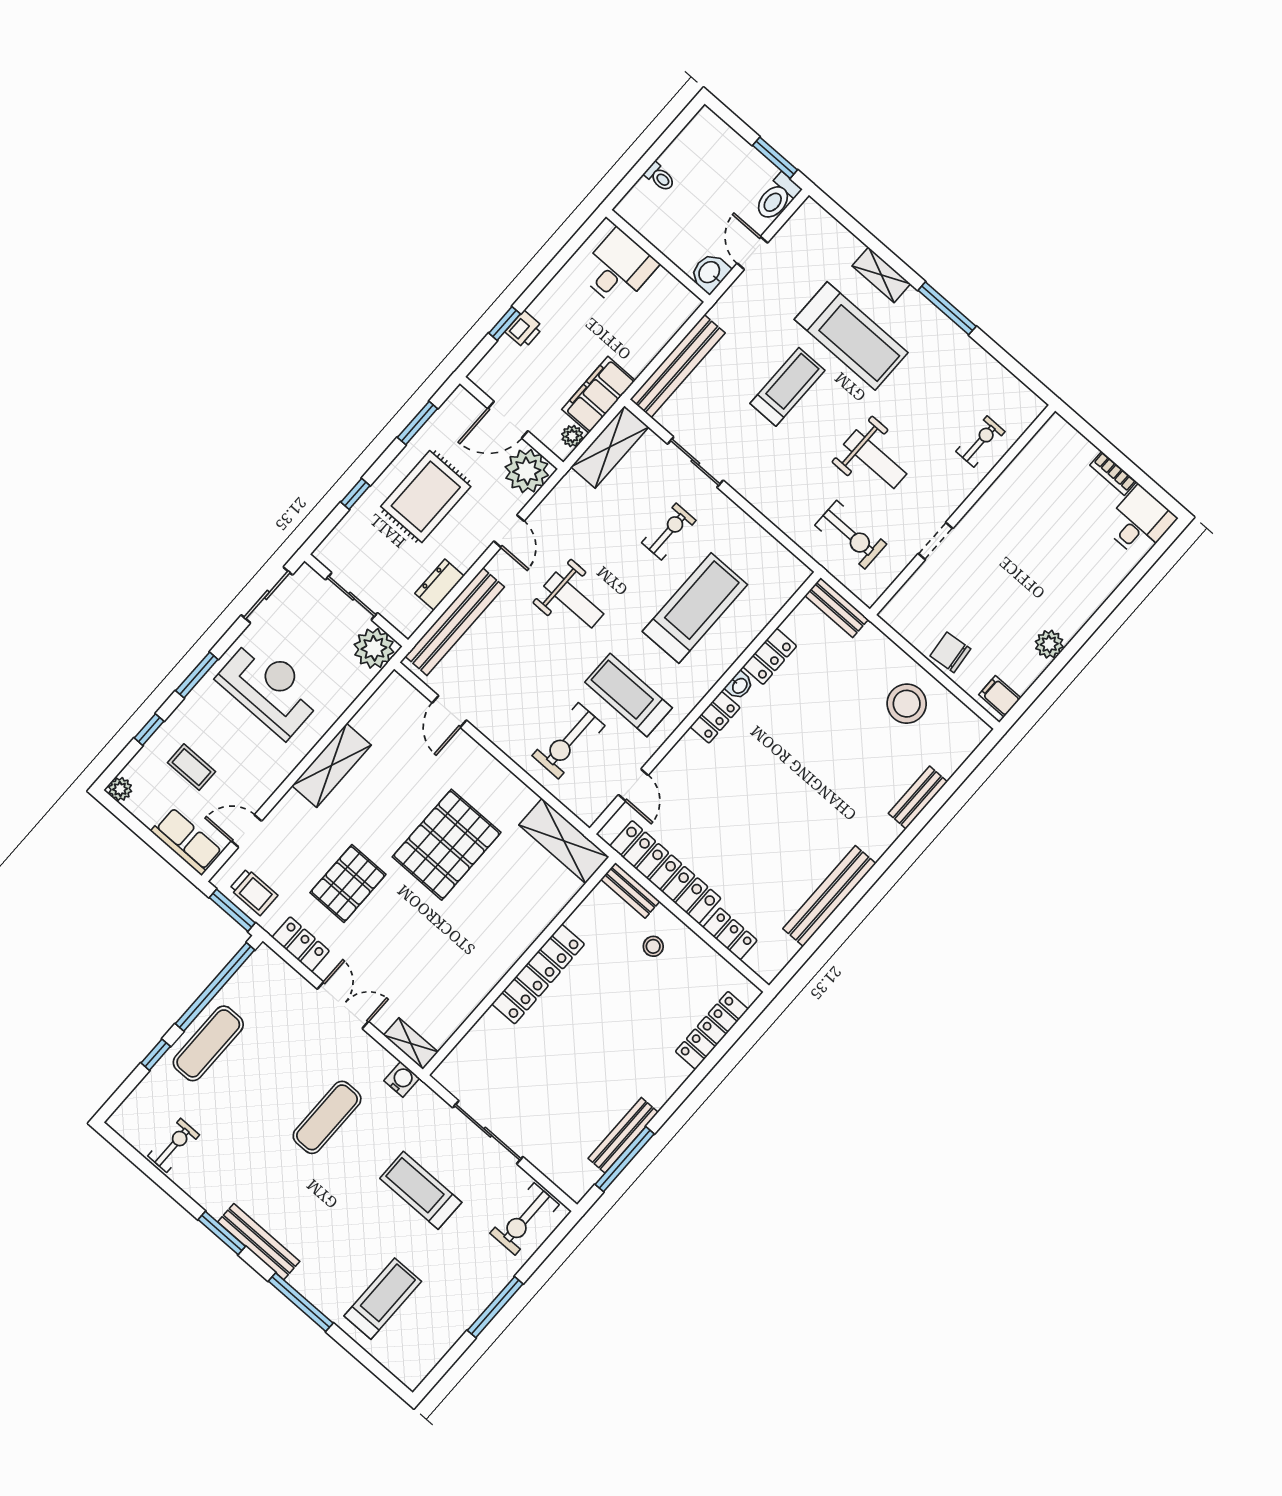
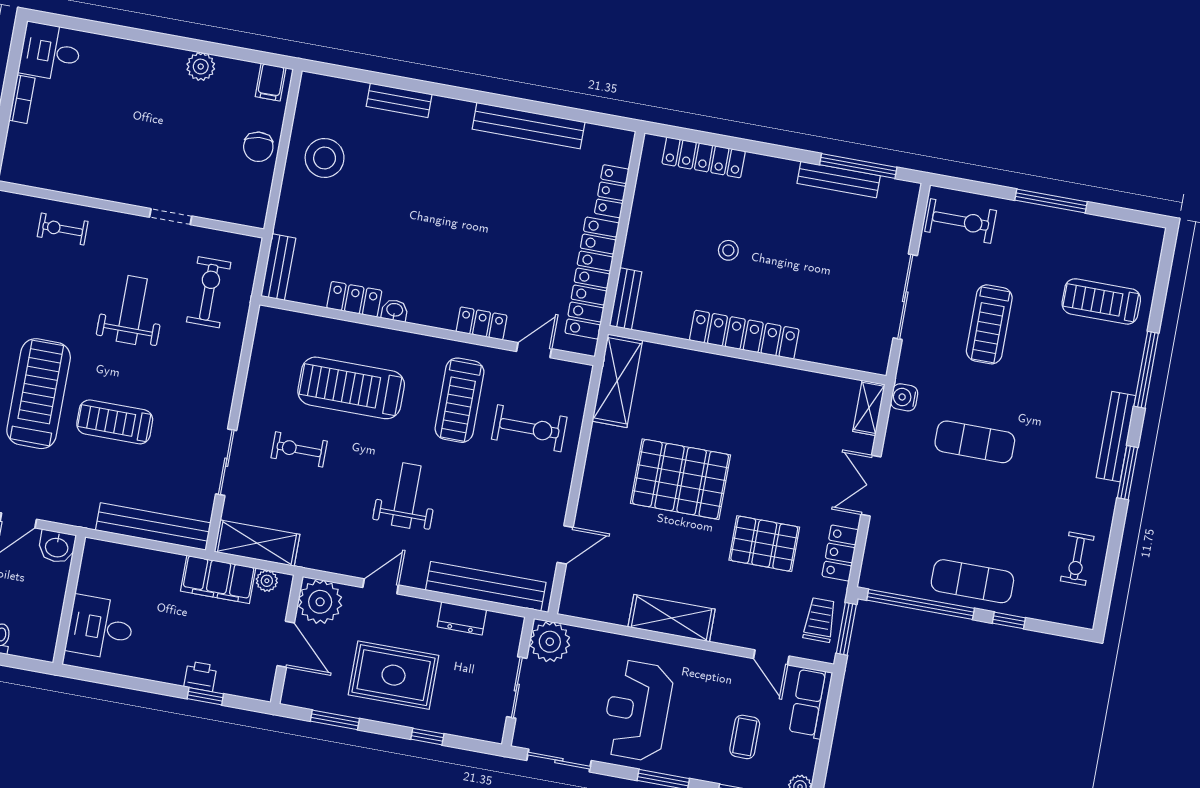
locker: (715, 717) -> (482, 323), moved
stool: (653, 946) -> (728, 250), moved
exercise bike: (174, 1145) -> (1077, 559), turned -90

